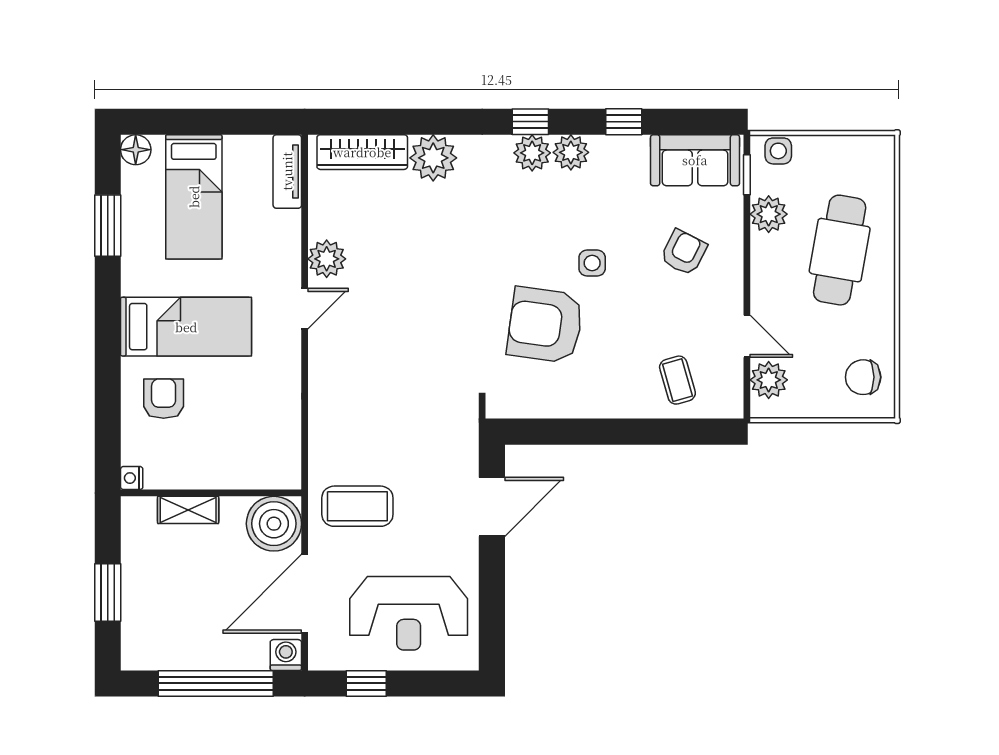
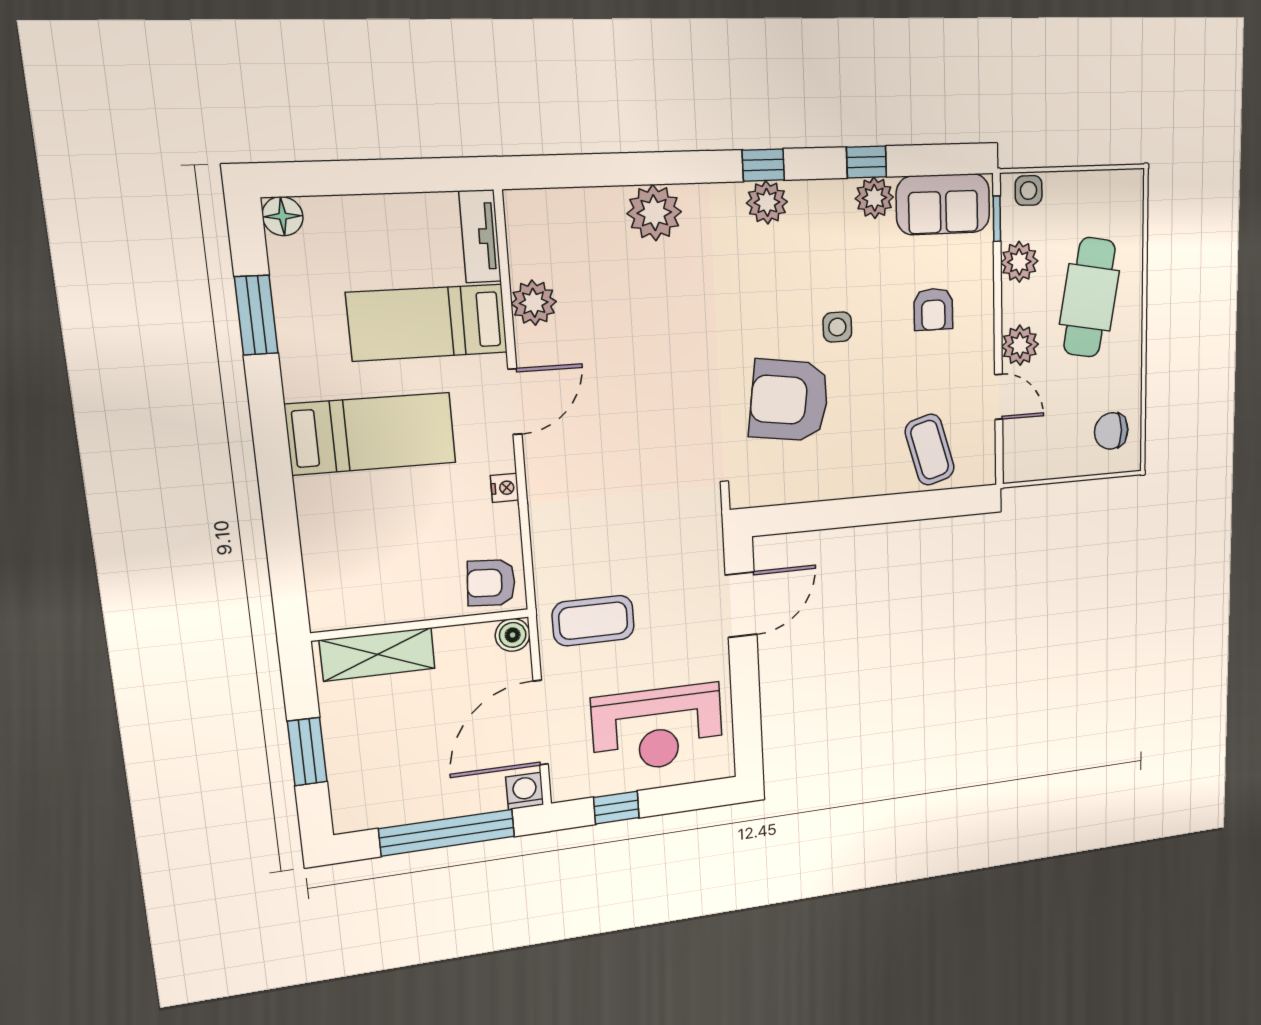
wardrobe: (362, 152) -> (570, 209), removed
plant: (571, 152) -> (874, 198), moved
bed: (194, 197) -> (428, 323), moved, turned 90
armchair: (684, 252) -> (933, 309), turned 153
plant: (327, 259) -> (534, 303), moved
door: (305, 309) -> (515, 402), width x1.38
coffee table: (677, 380) -> (930, 450), width x1.36, depth x1.30
plant: (769, 380) -> (1020, 345), moved
armchair: (164, 399) -> (491, 583), moved, turned -86
nightstand: (132, 478) -> (505, 488), moved, turned 180
shelving: (188, 510) -> (378, 654), width x1.50, depth x1.33
boiler: (274, 524) -> (513, 635), width x0.54, depth x0.54

